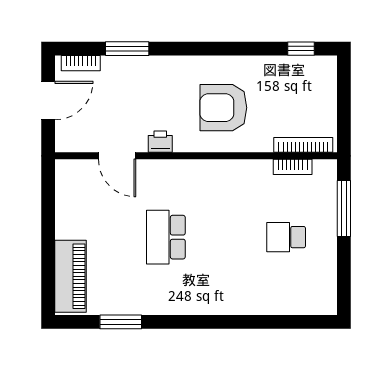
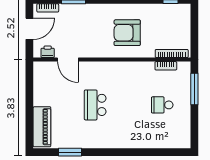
printer: (160, 142) -> (48, 52), moved

